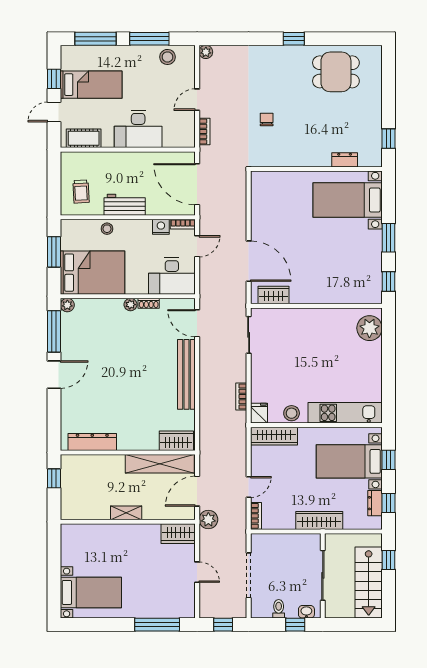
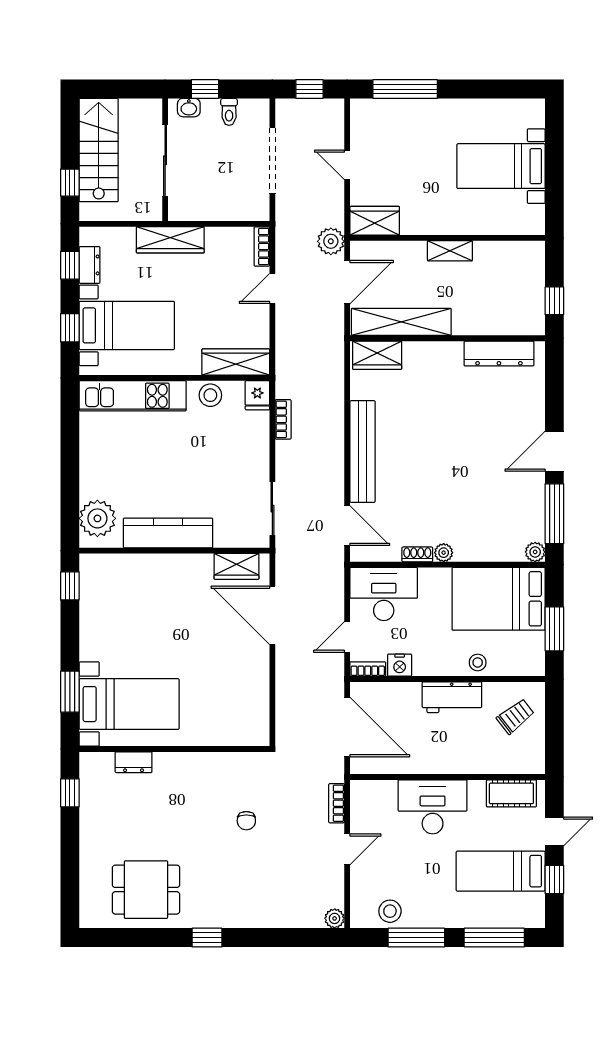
trolley: (81, 192) -> (515, 716), turned 55
window: (389, 238) -> (70, 692), moved
kitchen counter: (321, 318) -> (168, 533), added
bed with nightstands: (91, 592) -> (501, 166), moved

